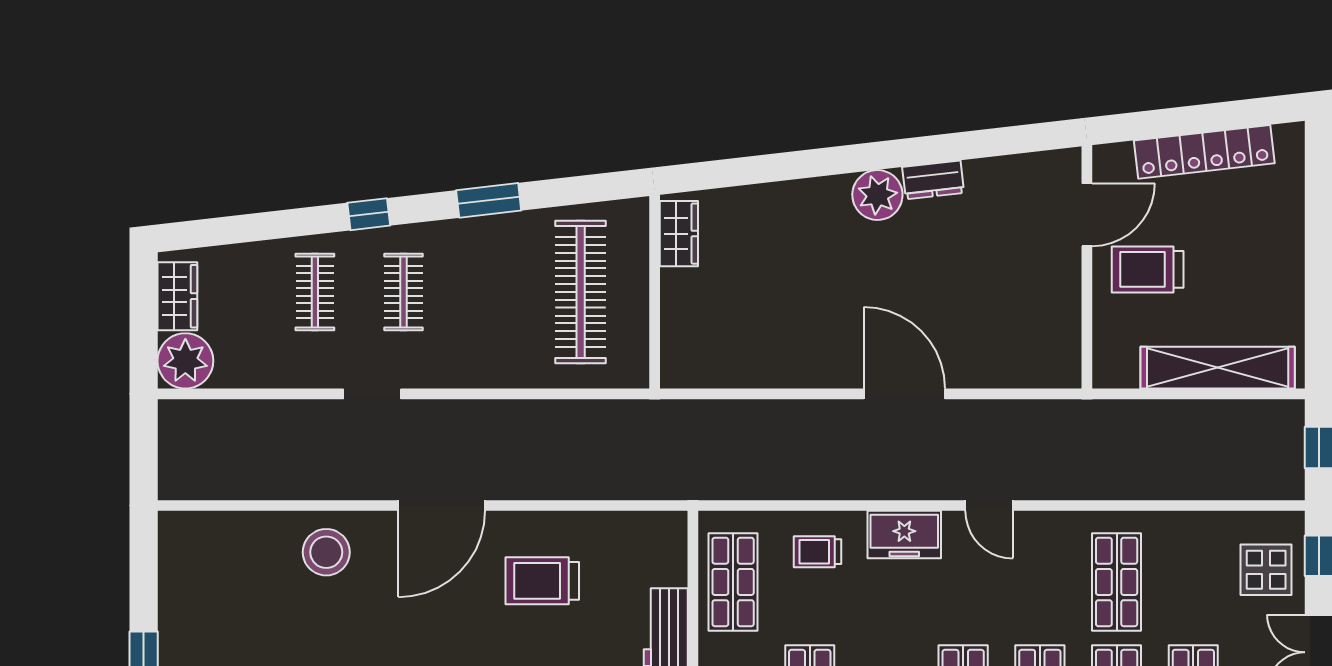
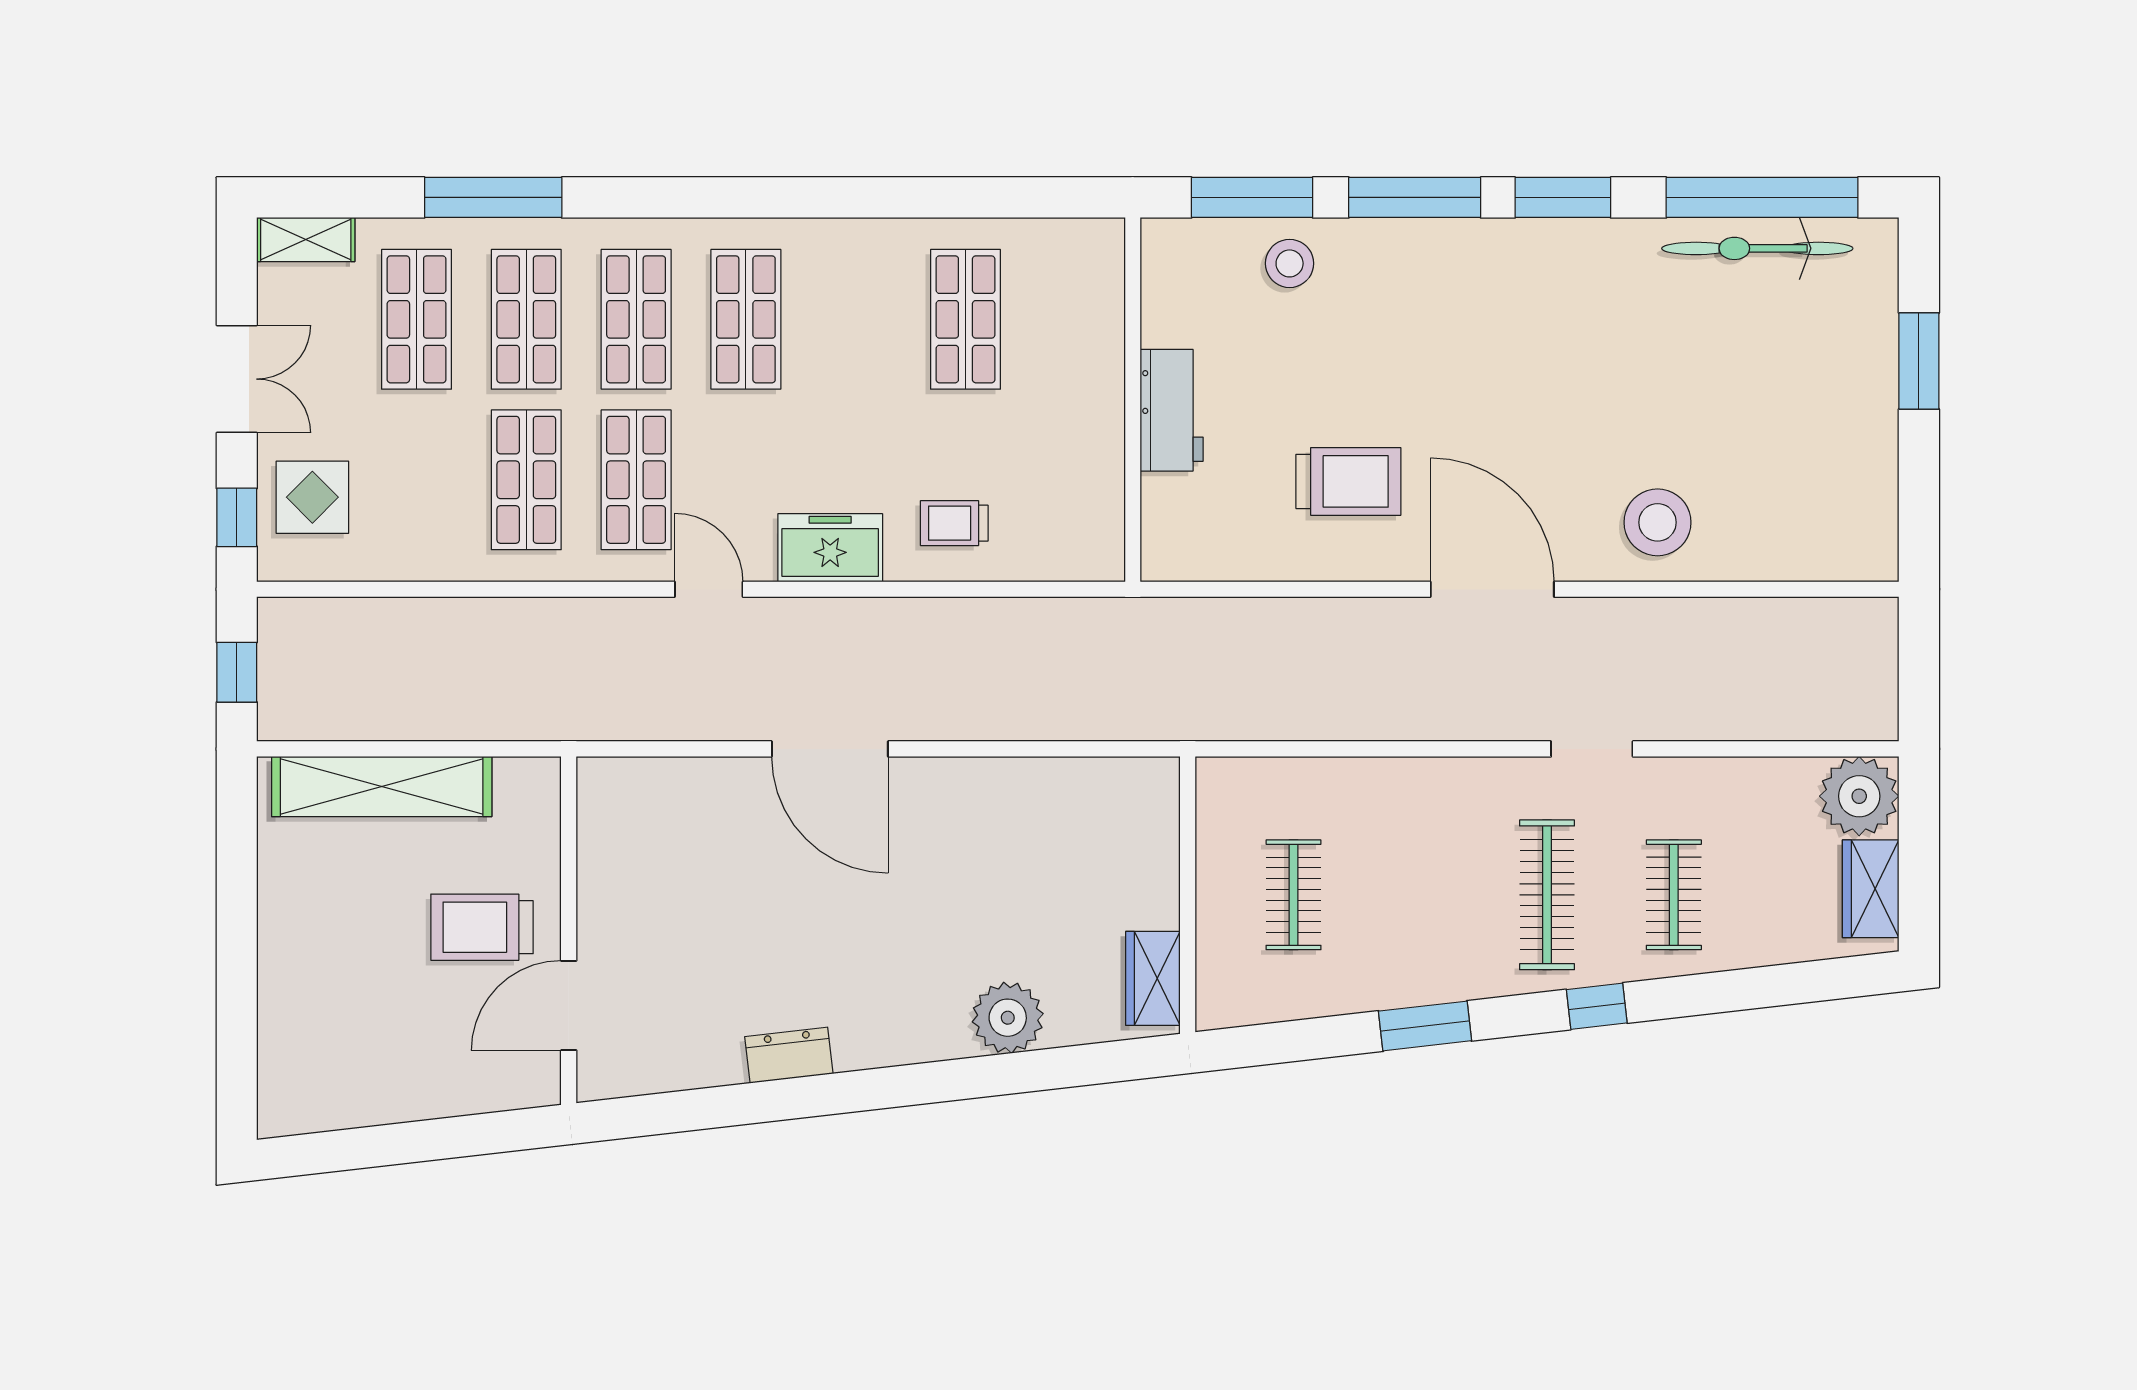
locker: (1204, 152) -> (401, 1095), removed
plant: (877, 195) -> (1008, 1018), moved
trolley: (1148, 269) -> (482, 927), turned 180
clothes rail: (403, 292) -> (1547, 895), width x1.36
clothes rail: (581, 292) -> (1293, 895), width x0.54, depth x0.76
door: (442, 505) -> (1492, 589), hinge flipped
trolley: (818, 552) -> (954, 523), turned 180
shop shelf: (733, 582) -> (636, 480), moved

